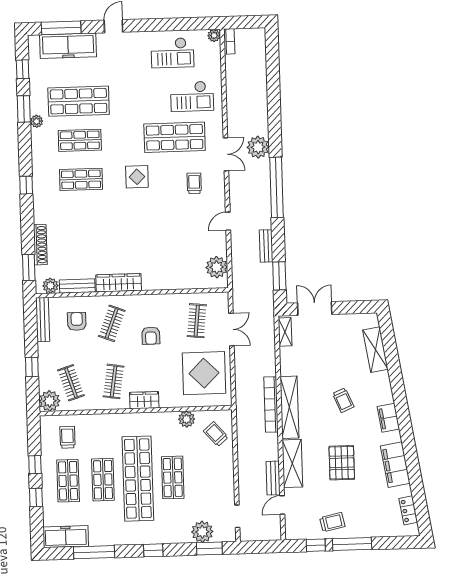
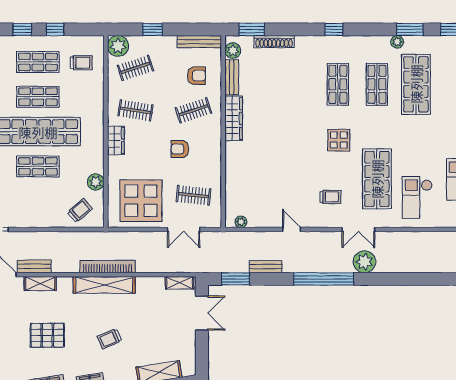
plant: (217, 267) -> (241, 222), width x0.53, depth x0.53
clothes rail: (112, 323) -> (193, 110), turned -39
shelving: (292, 463) -> (40, 284), width x0.67, depth x0.75

